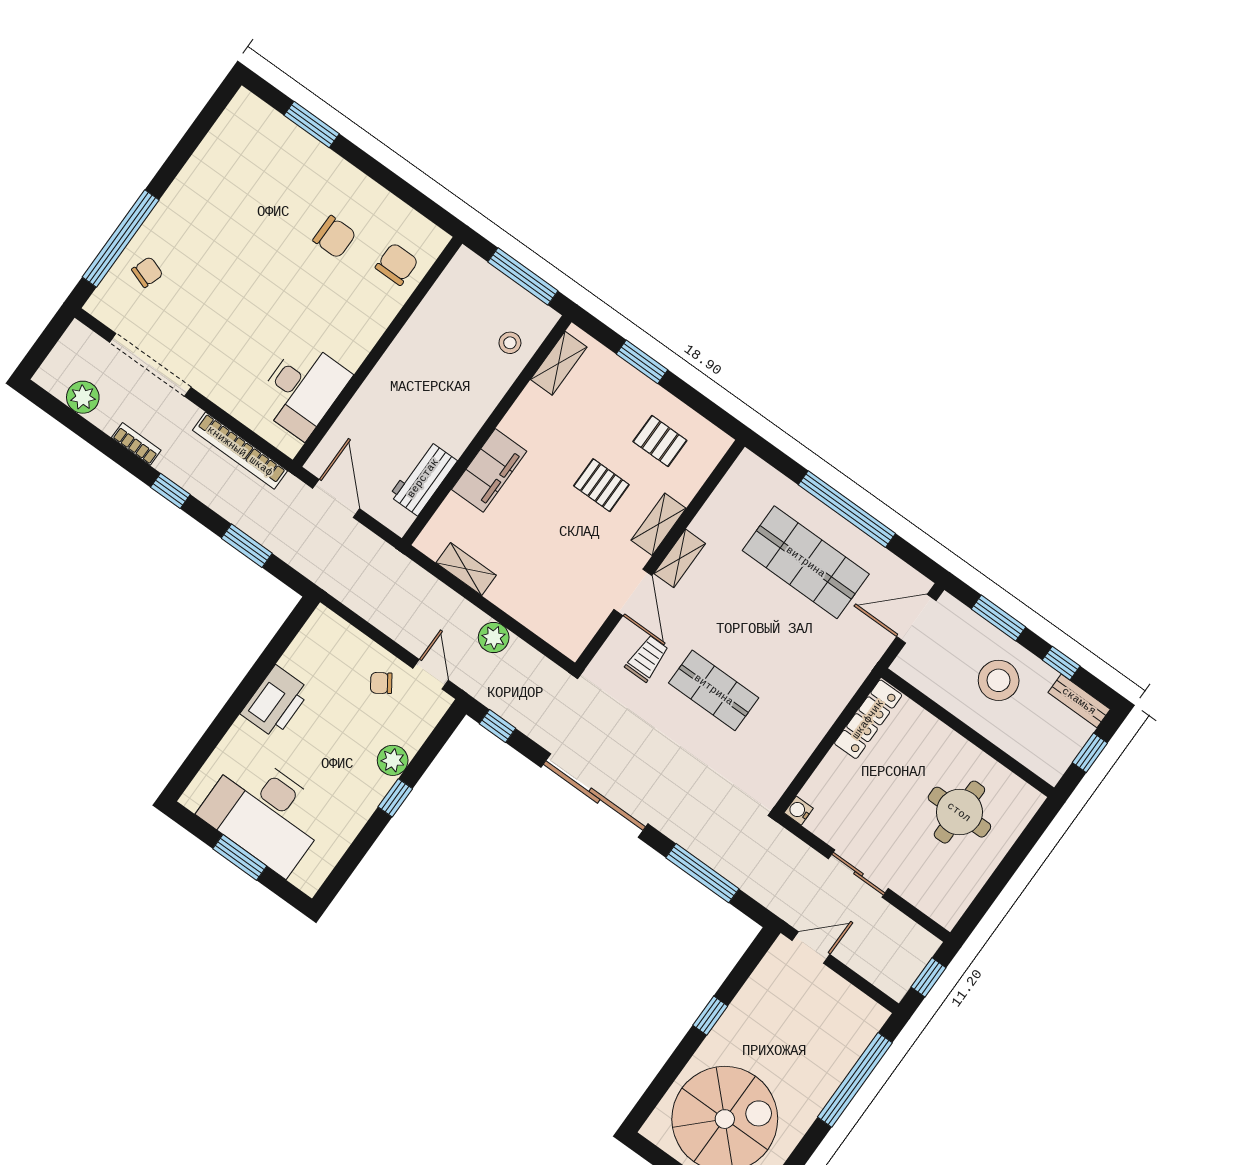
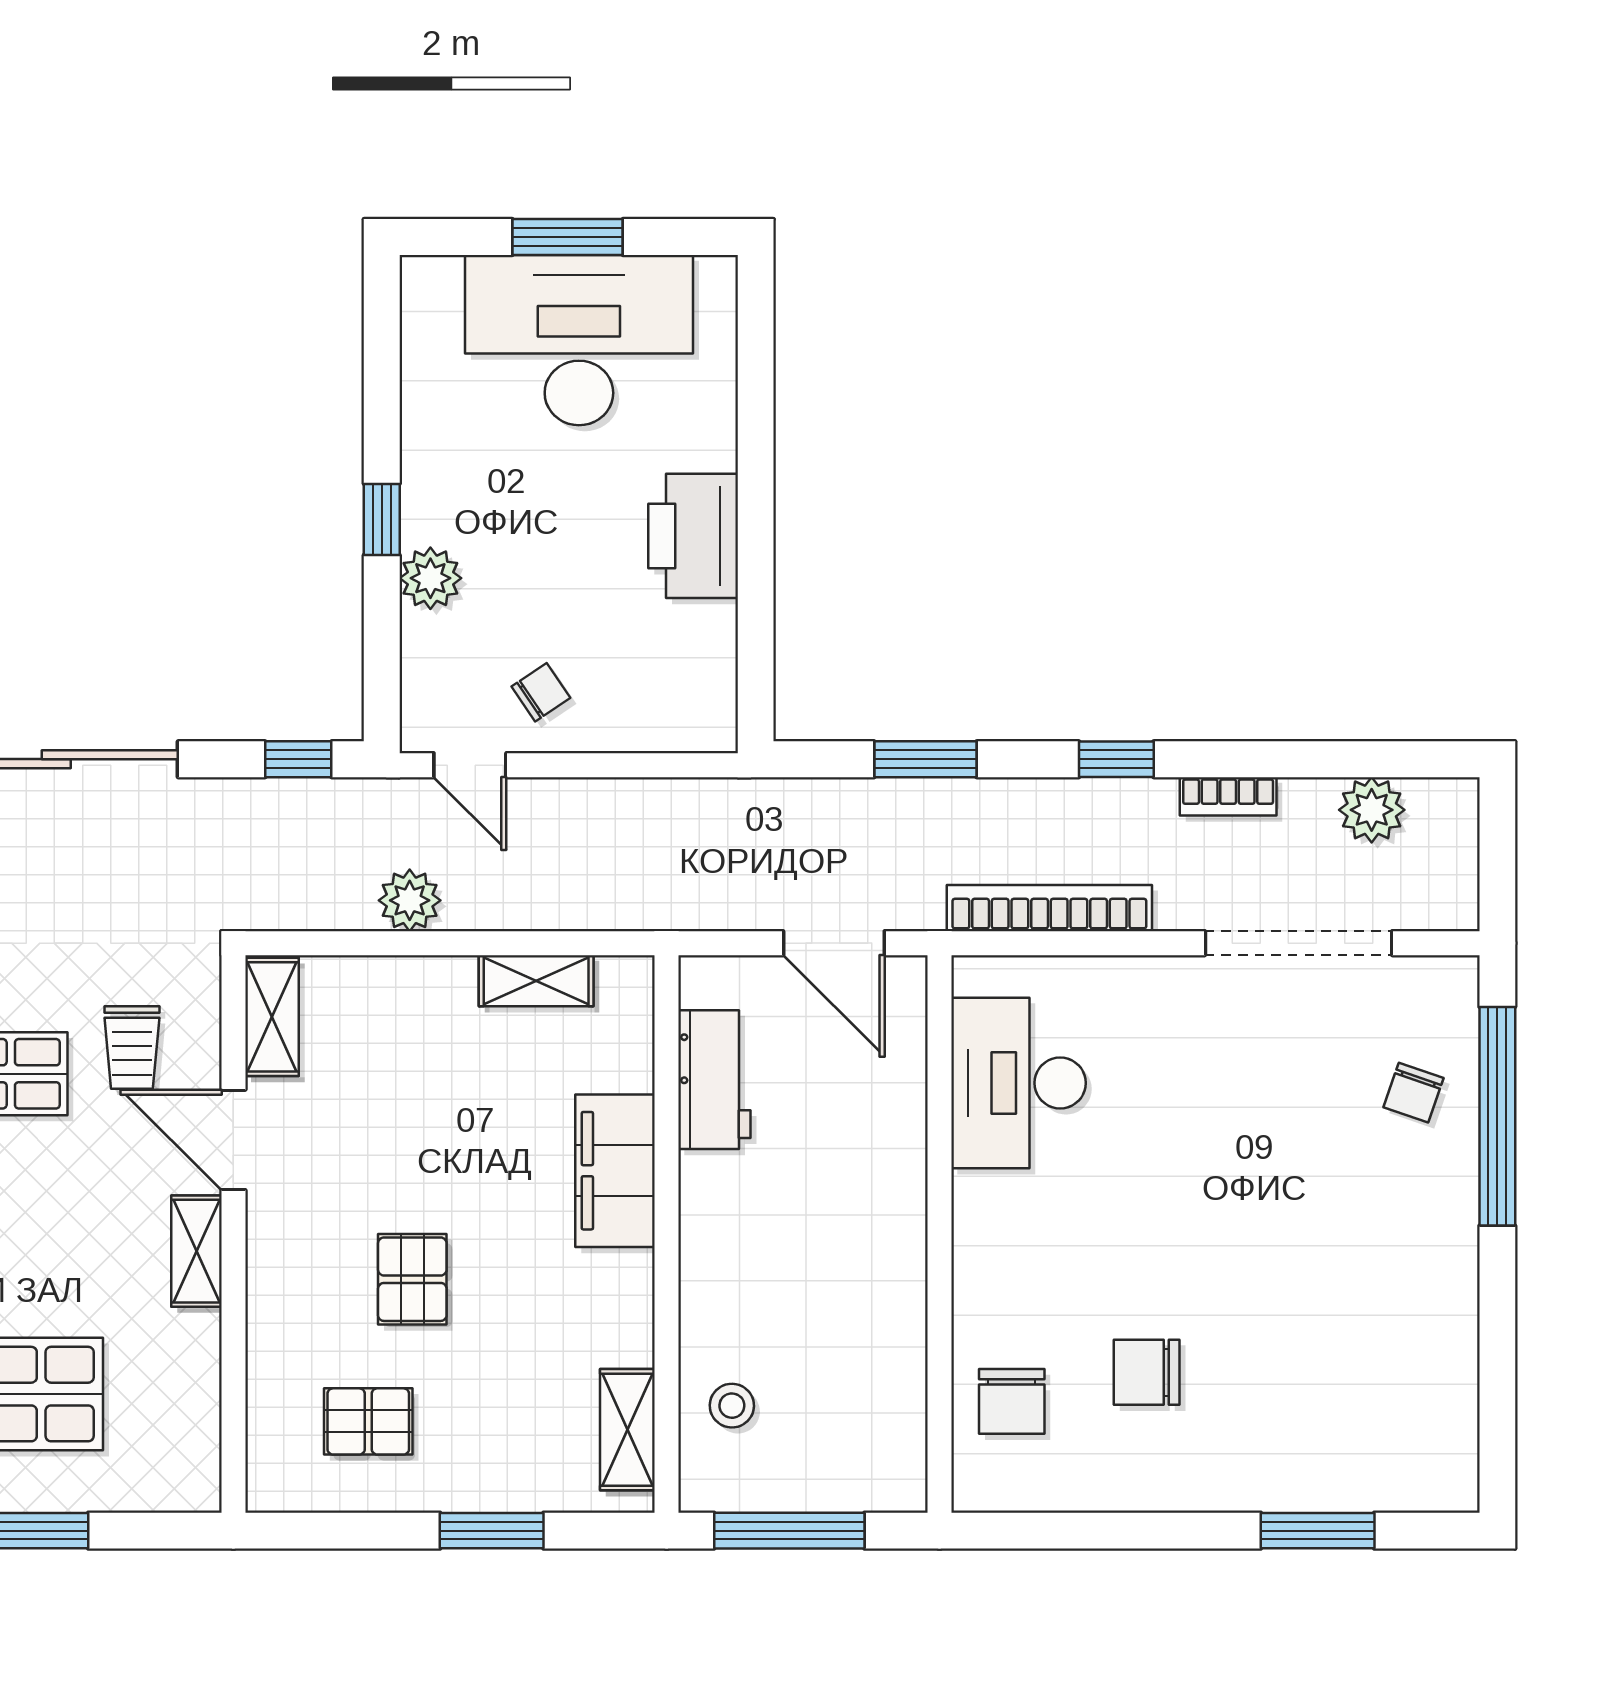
pallet: (601, 485) -> (412, 1279), turned 90
shelving: (659, 524) -> (272, 1017), moved

